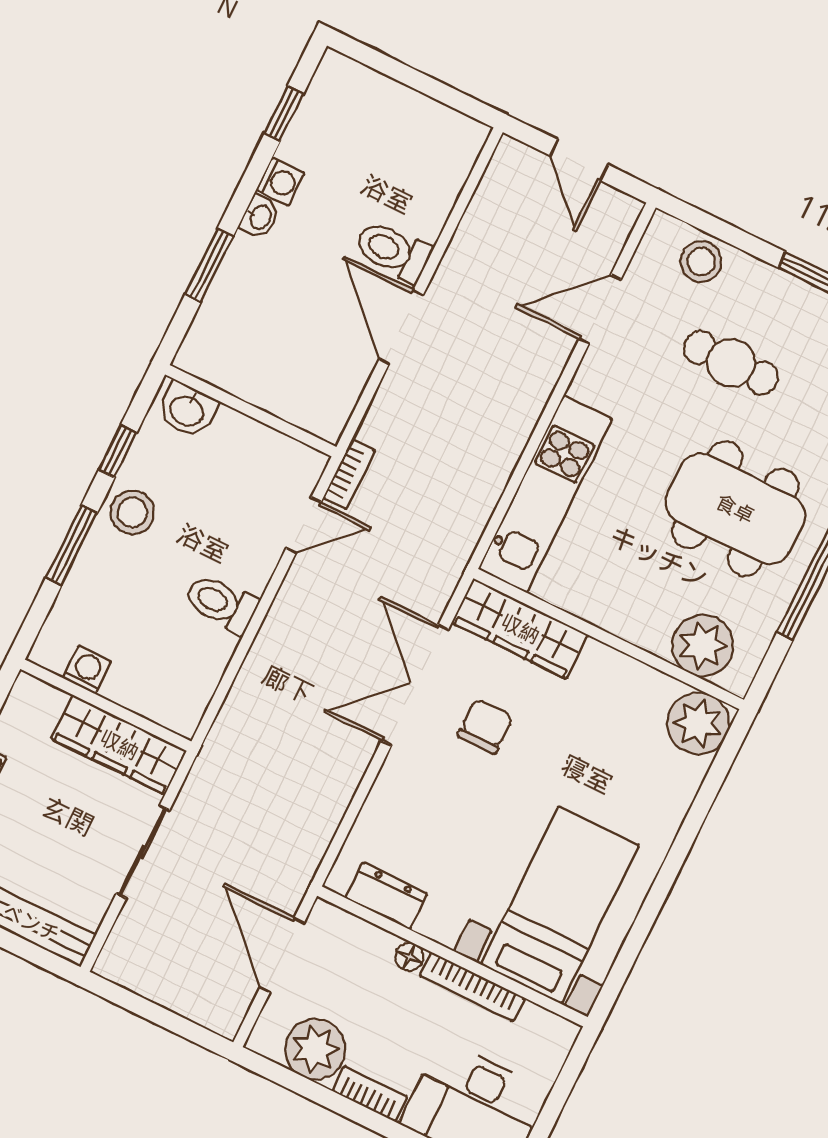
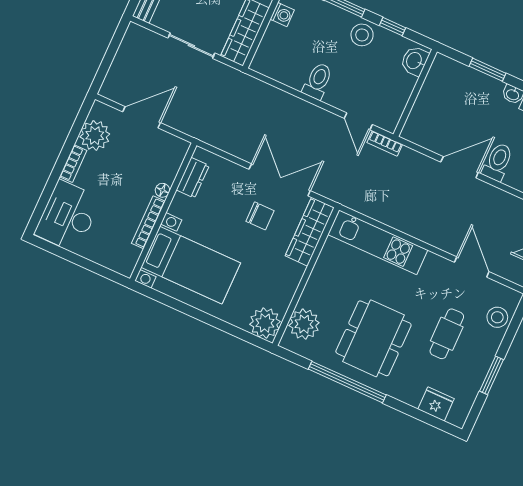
dresser: (386, 896) -> (193, 178), moved
bed with nightstands: (560, 905) -> (191, 265), moved
wall: (452, 956) -> (163, 212), moved
floor lamp: (409, 957) -> (162, 190), moved
bookcase: (472, 987) -> (148, 222), moved

